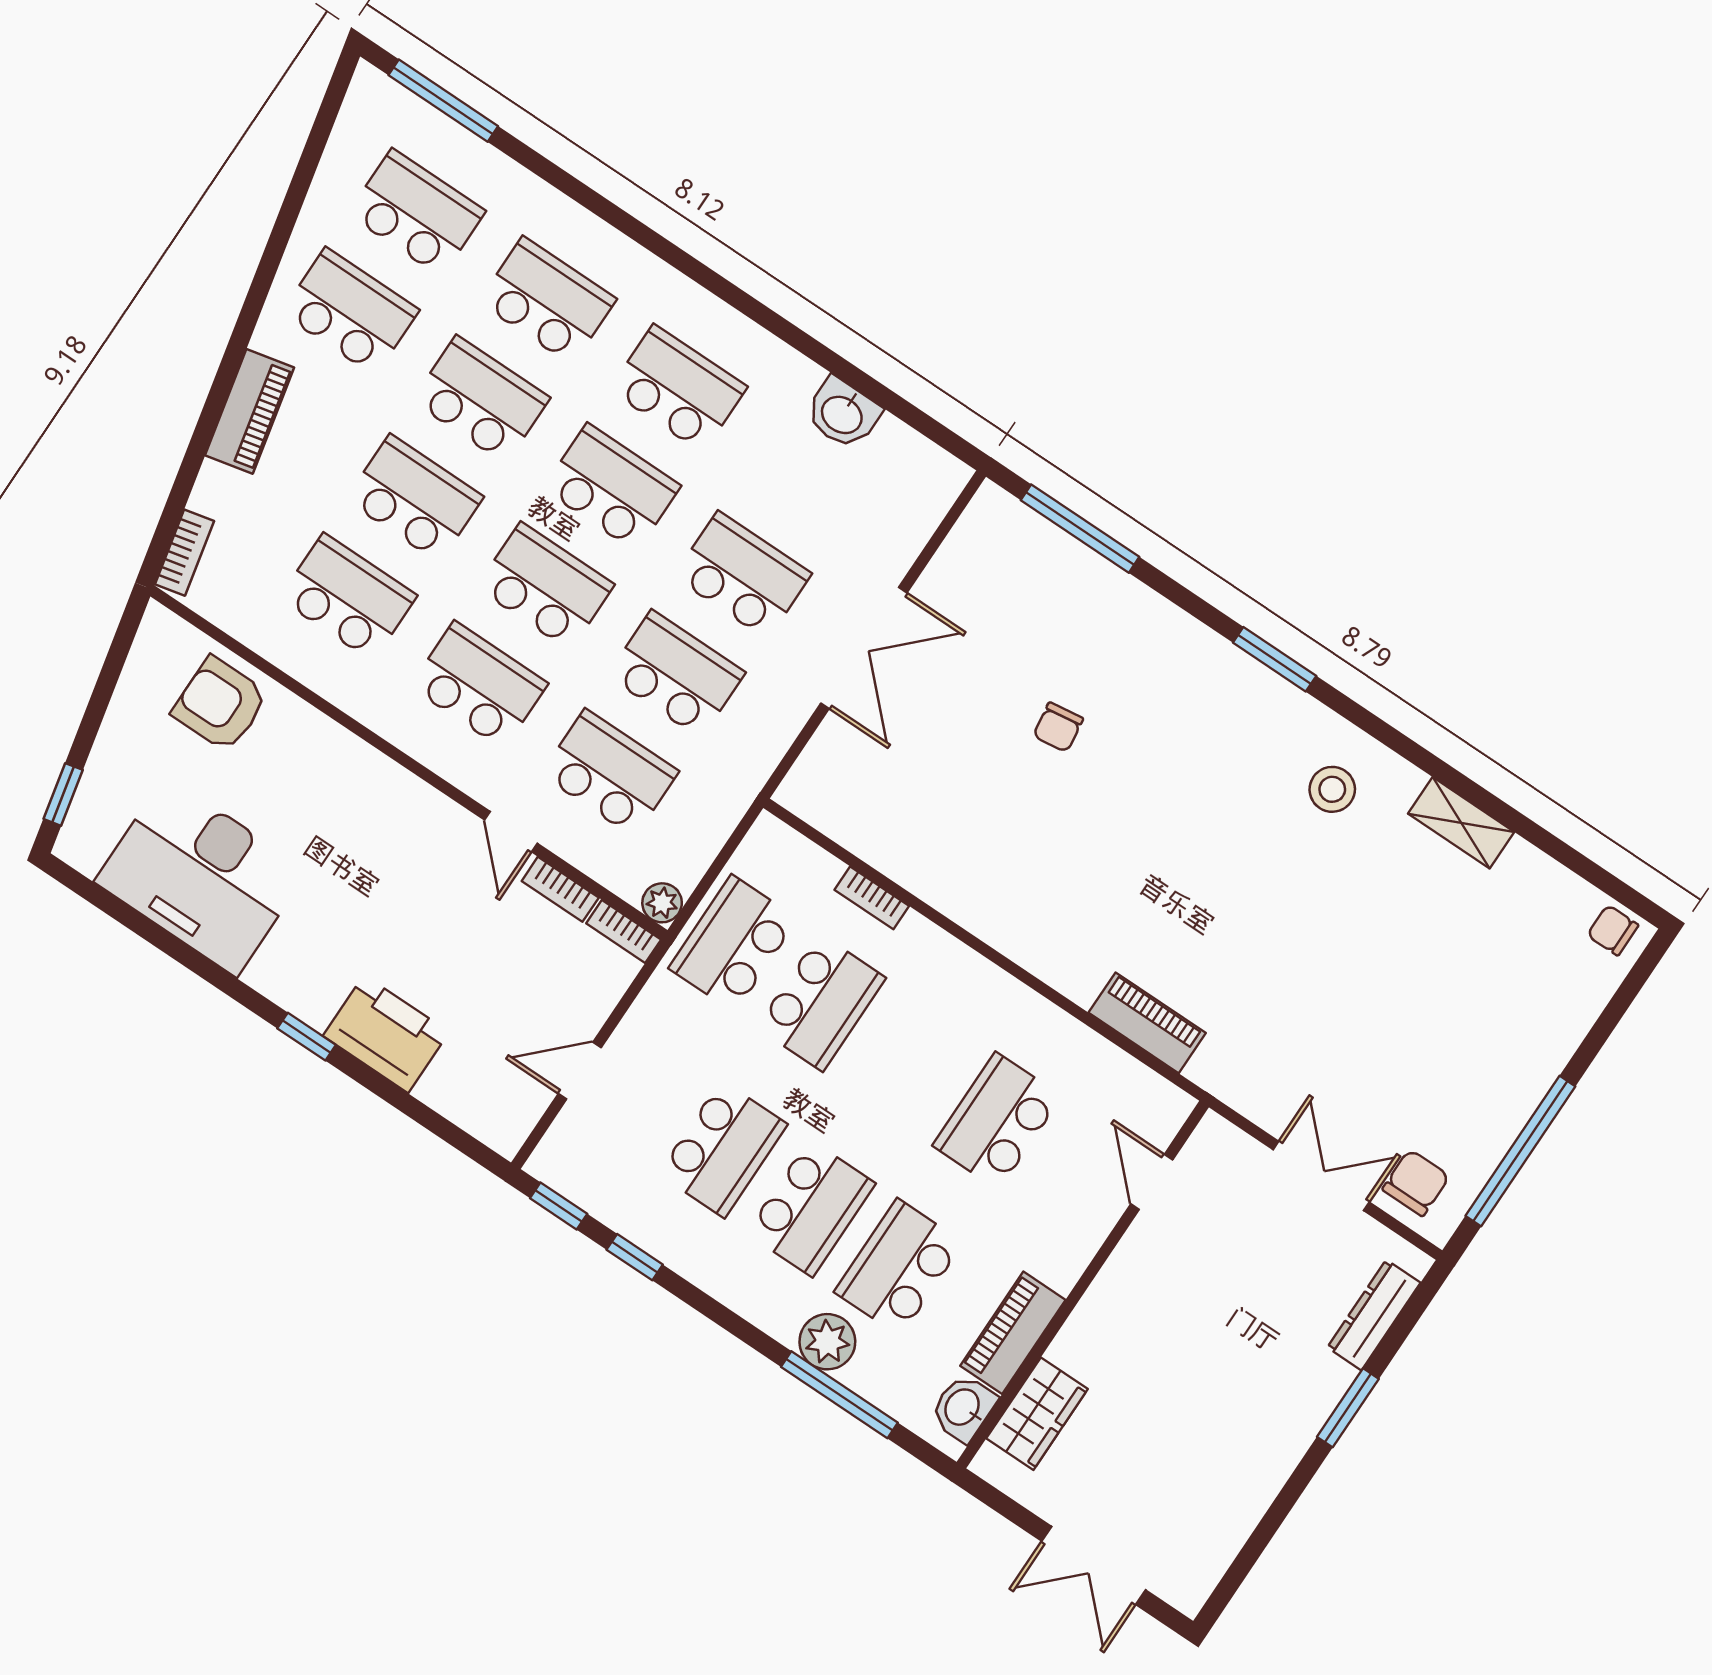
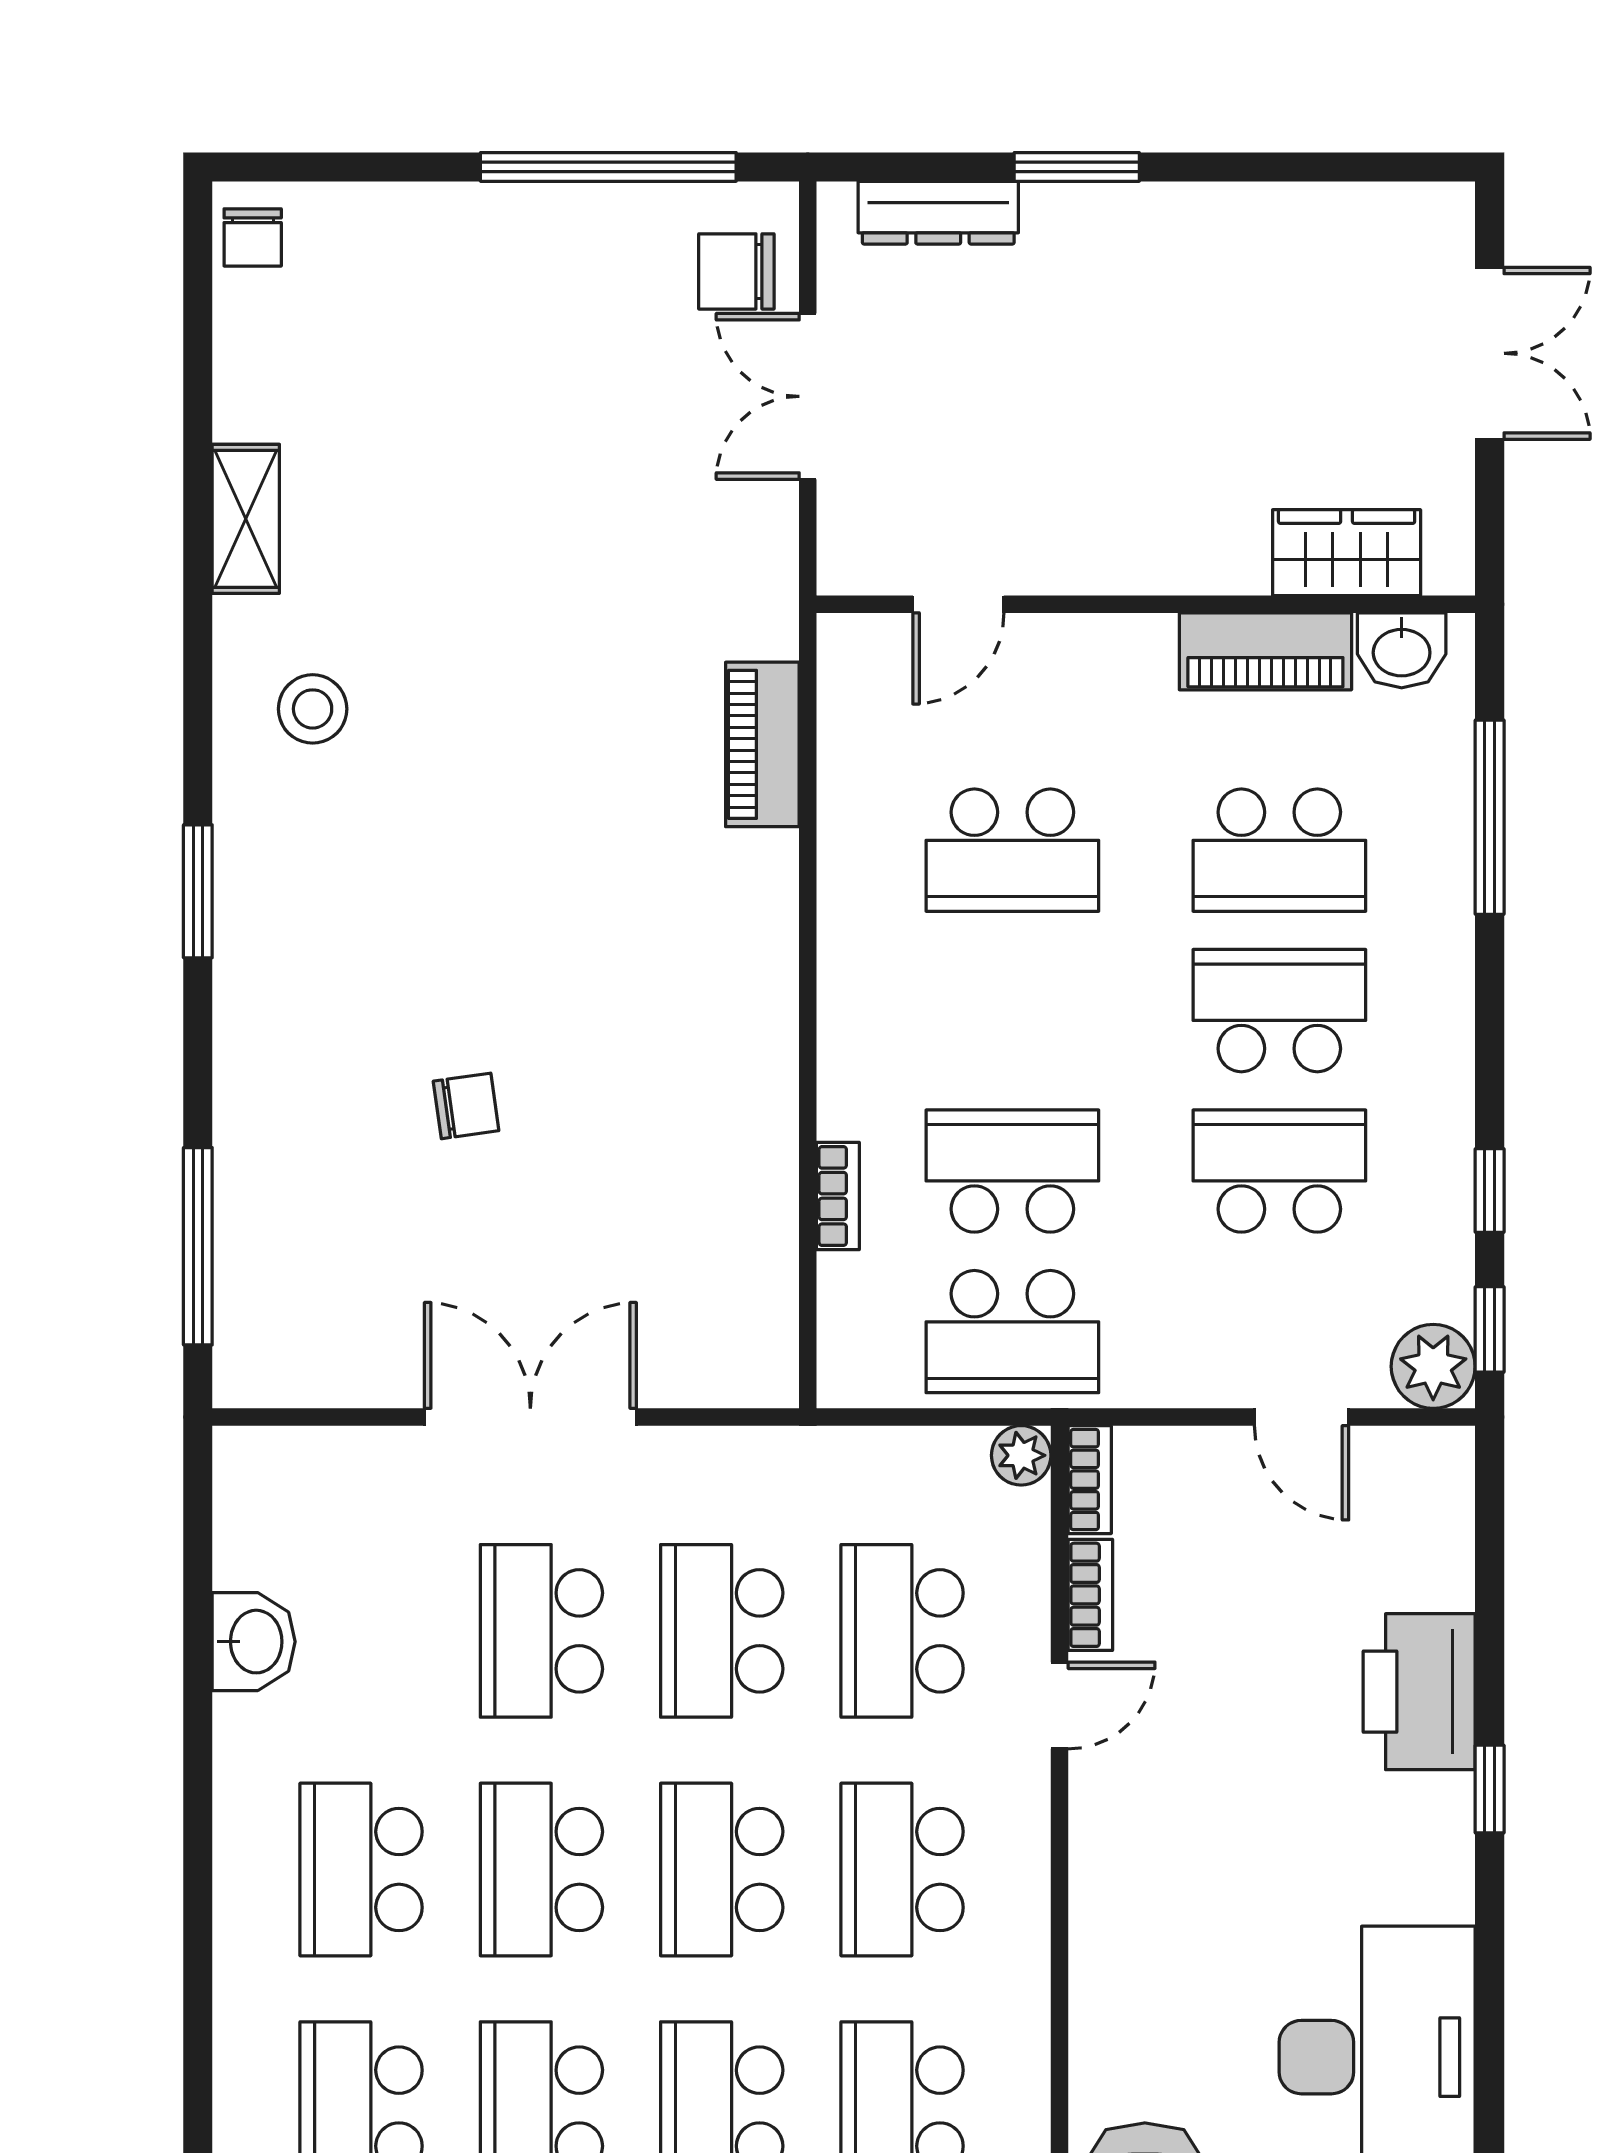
plant: (827, 1342) -> (1433, 1366), moved

